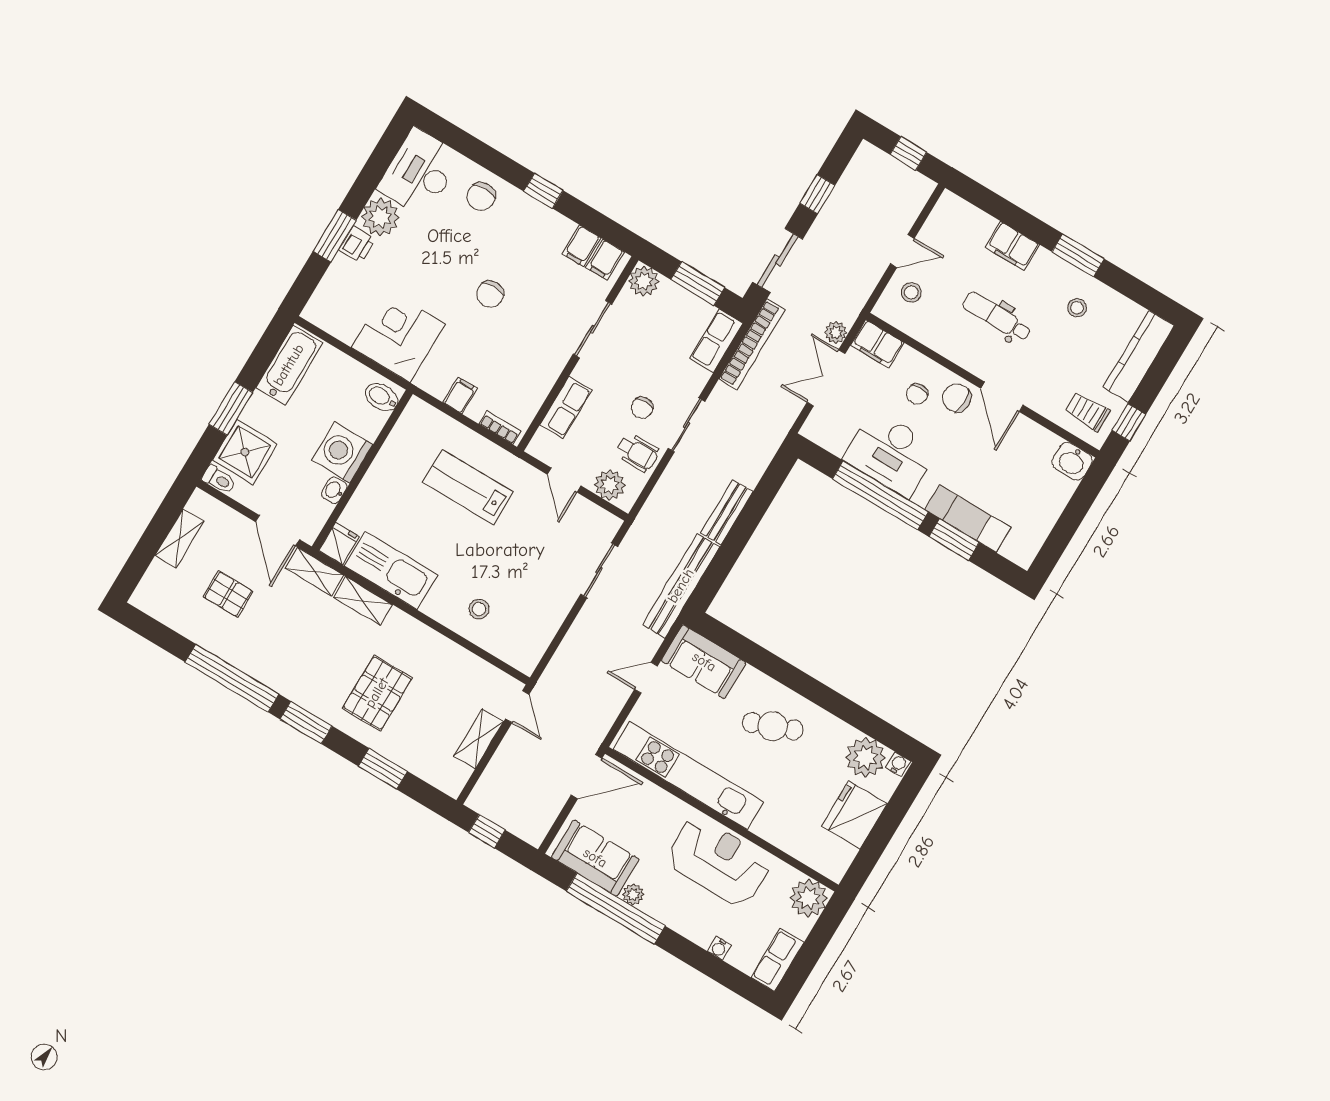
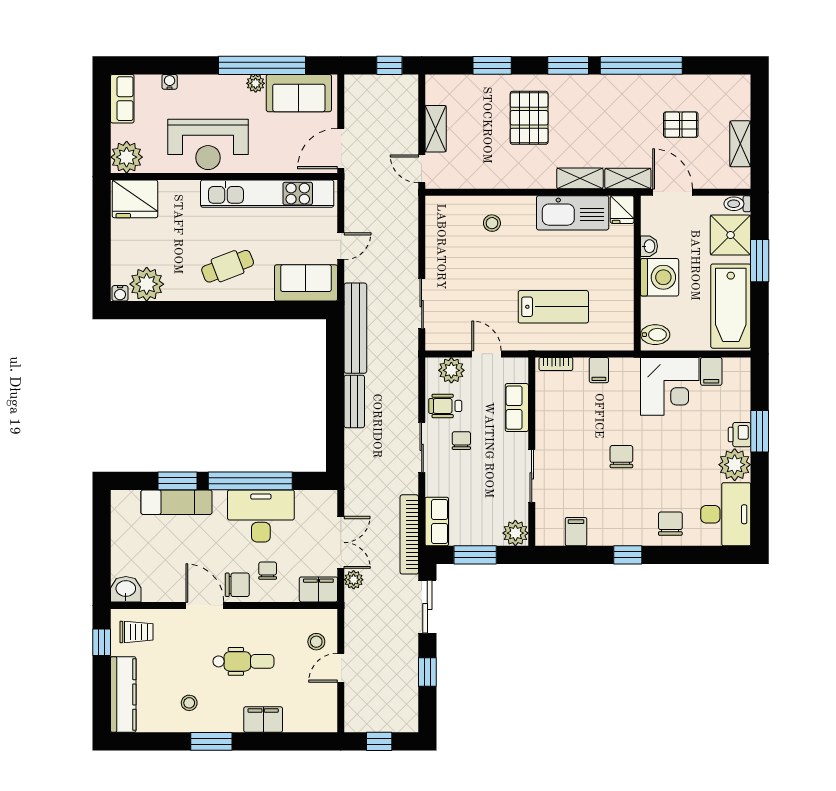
filing cabinet: (605, 260) -> (711, 371), moved, turned 180
bathtub: (289, 365) -> (731, 306), width x1.36, depth x1.36
fridge: (854, 815) -> (135, 199), moved, turned 90

